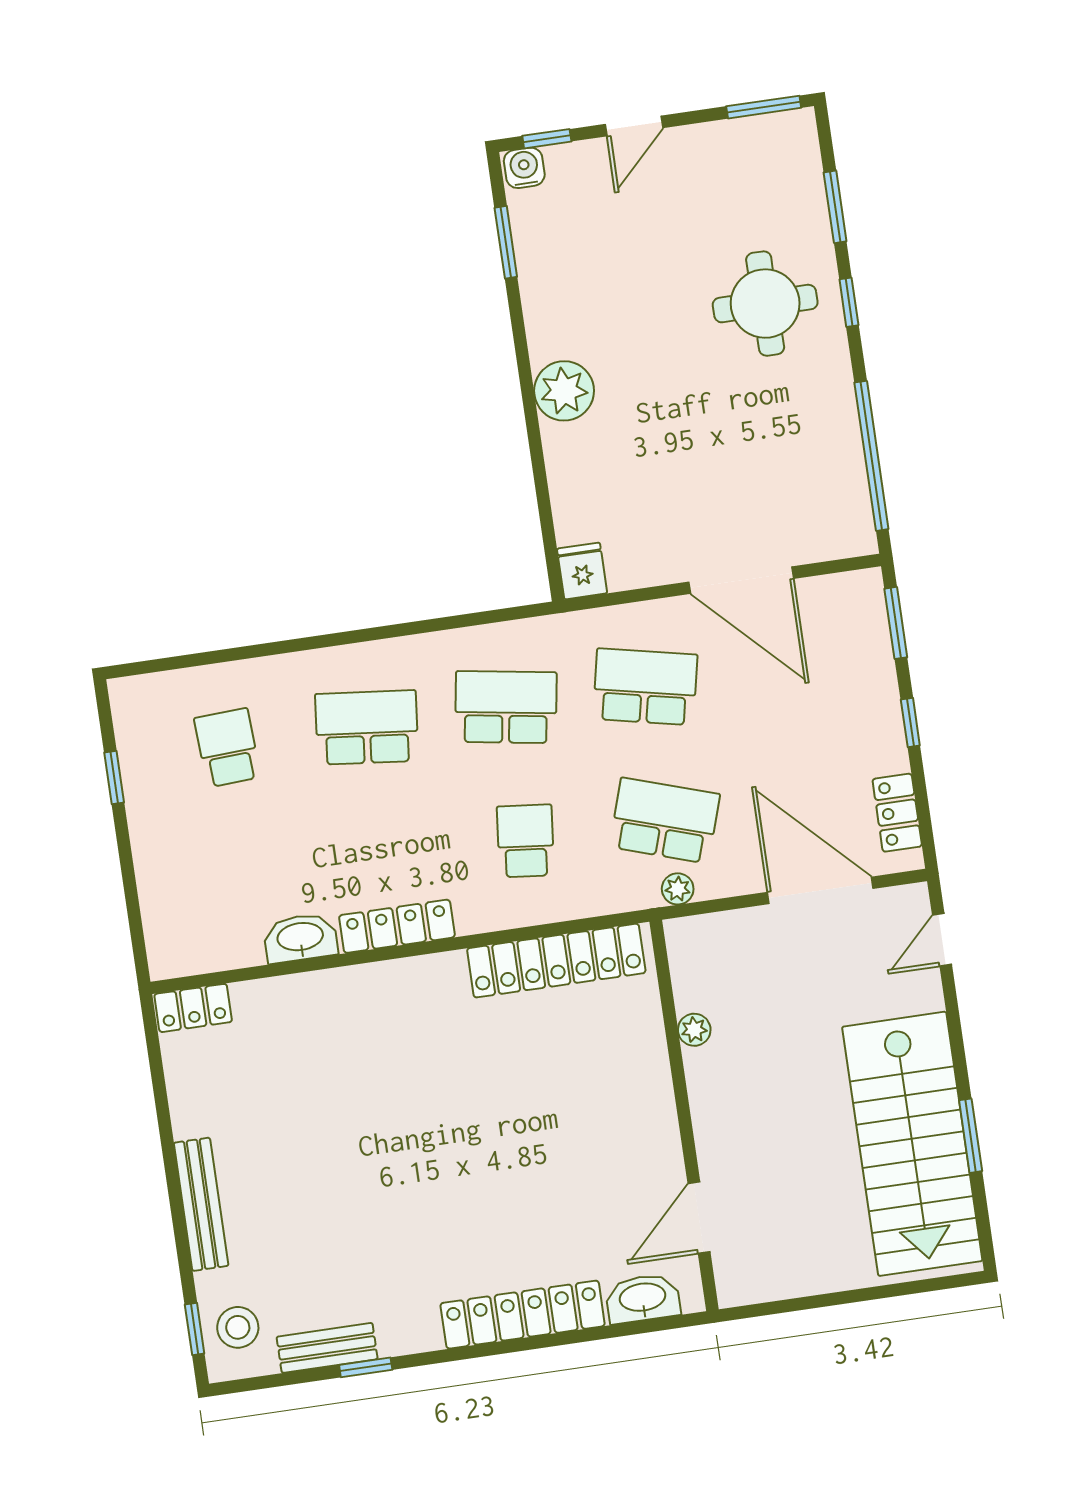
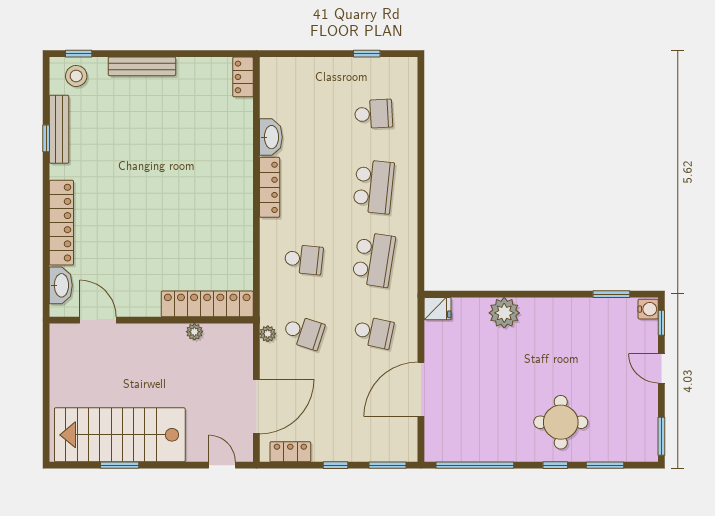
plant: (564, 391) -> (504, 313), moved
school desk: (645, 687) -> (374, 332), width x0.54
school desk: (665, 821) -> (304, 332), width x0.54
locker: (556, 961) -> (207, 304), moved, turned 90
bench: (327, 1348) -> (59, 129), width x1.36

